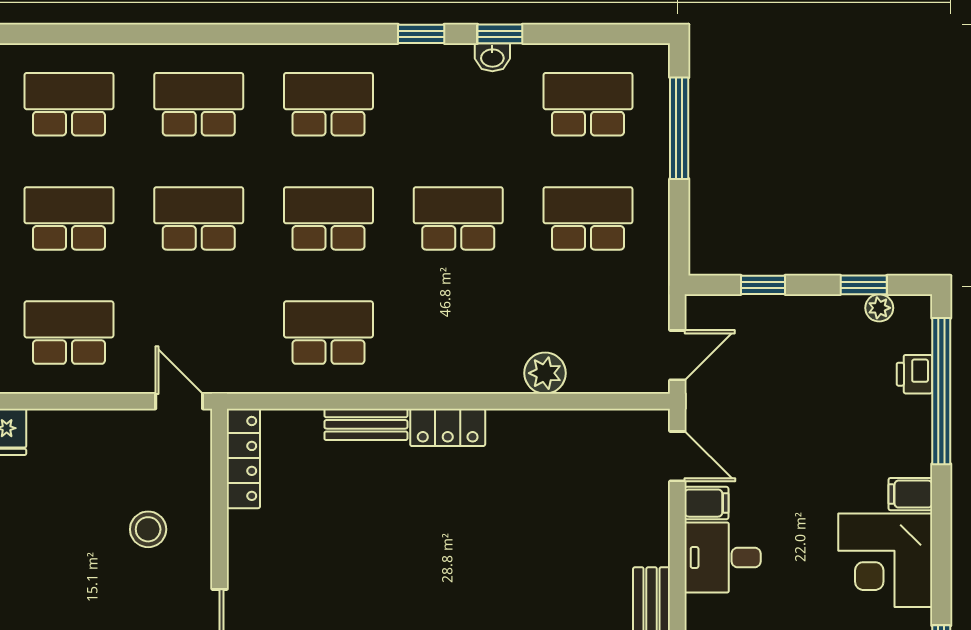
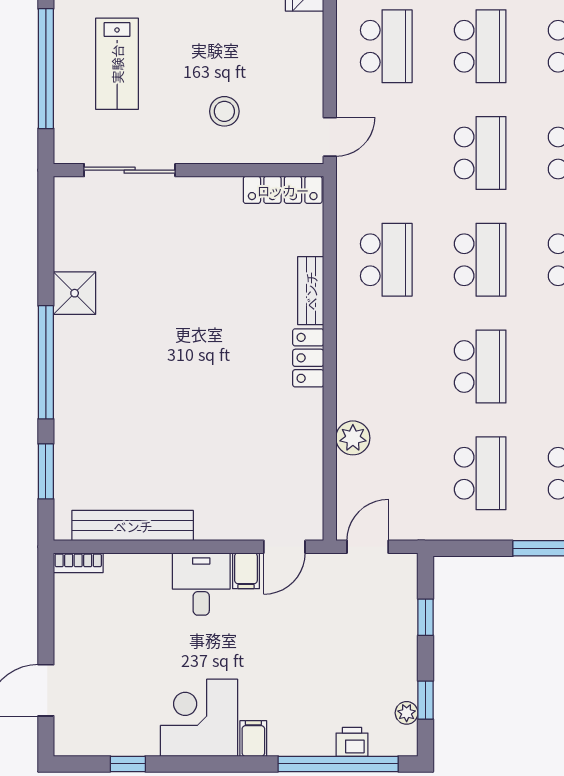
door: (677, 355) -> (368, 547), swing flipped

